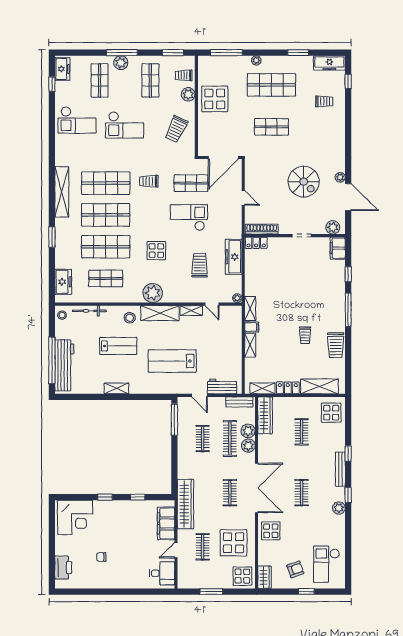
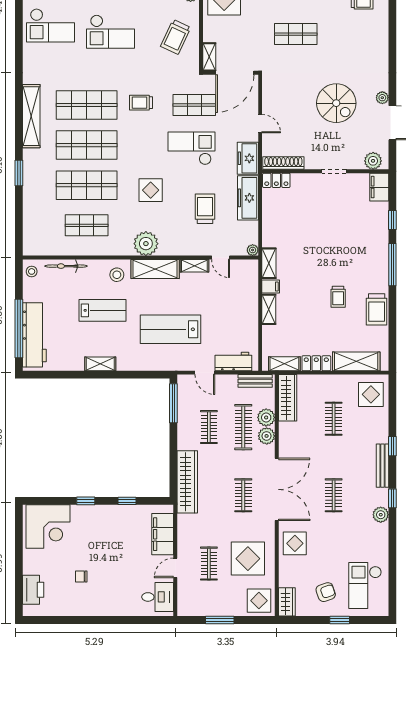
shelving: (203, 145) -> (209, 57), added
freezer: (63, 282) -> (248, 158), moved, turned 180
wardrobe: (185, 504) -> (187, 482), moved

